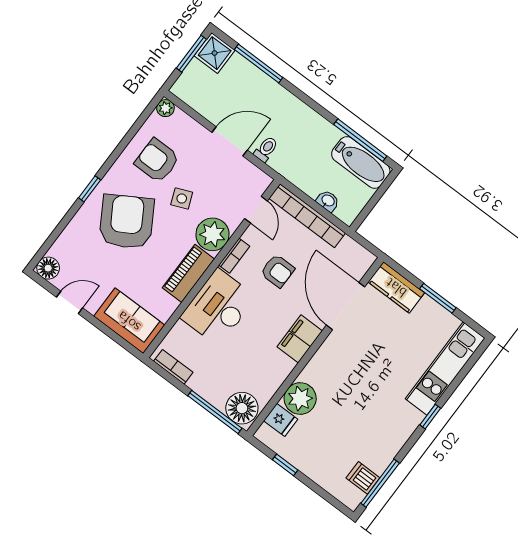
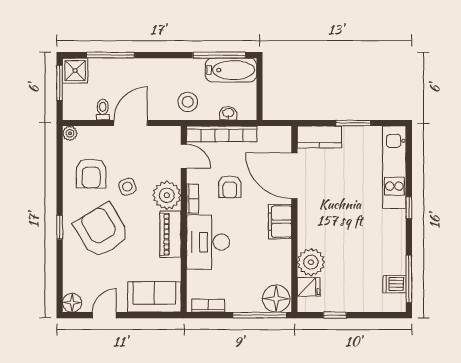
toilet: (266, 149) -> (103, 110), moved
armchair: (157, 161) -> (91, 173), turned -90
stool: (298, 162) -> (188, 102), added
armchair: (277, 271) -> (230, 187), turned 90

